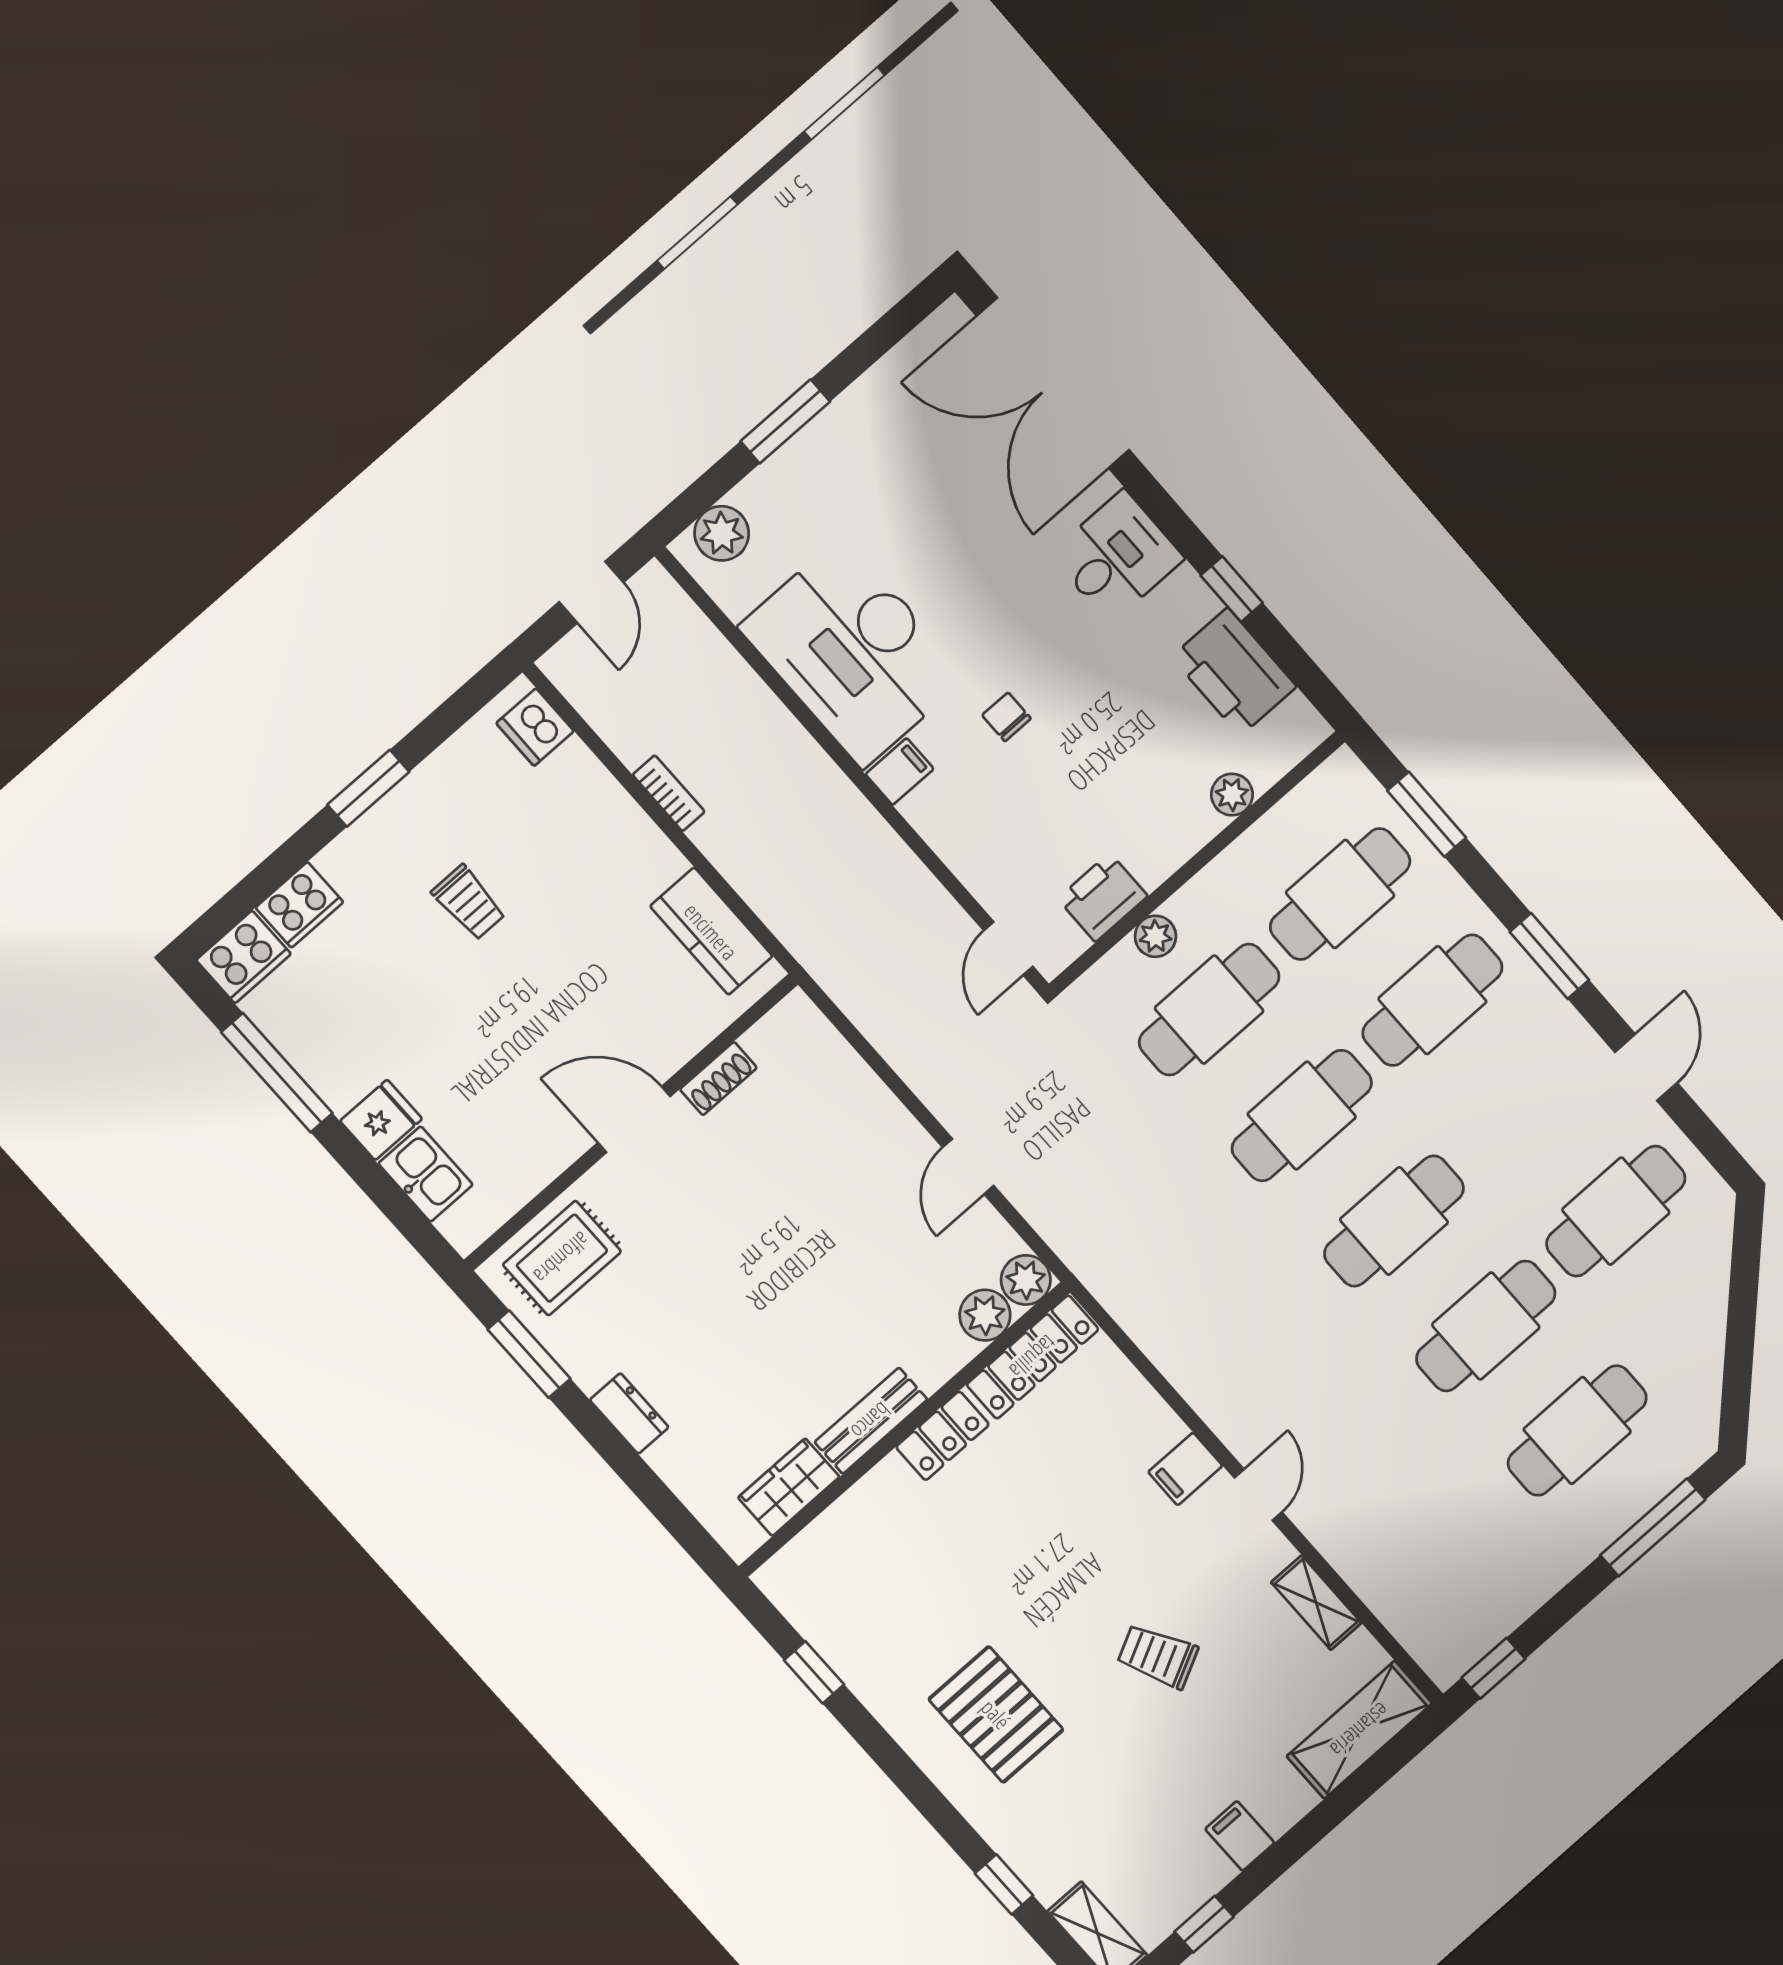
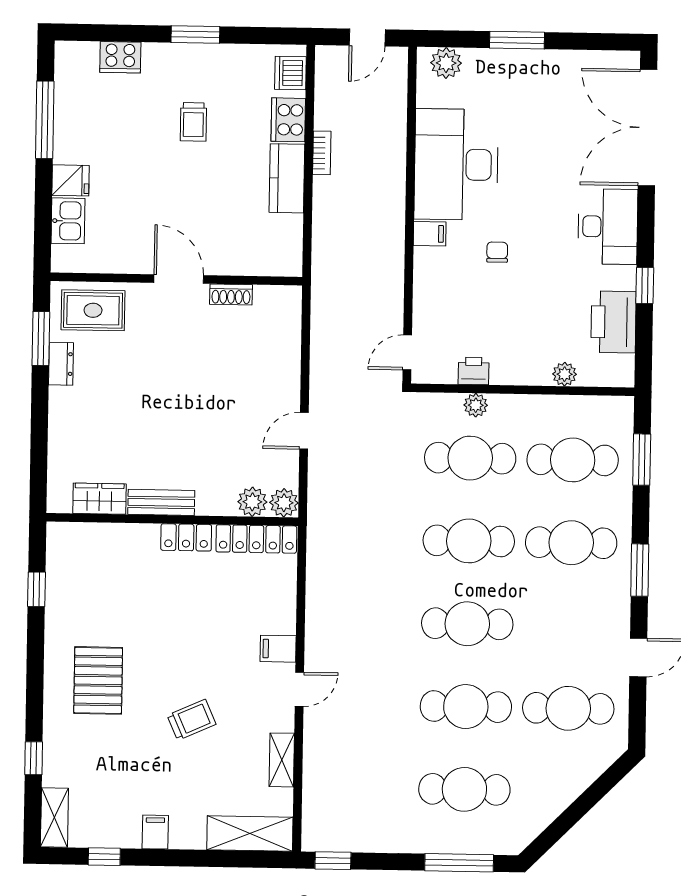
desk: (1117, 556) -> (608, 227), width x1.37
printer: (1103, 897) -> (474, 371), width x0.73, depth x0.81
kitchen counter: (711, 931) -> (287, 178), moved
cooker: (244, 957) -> (288, 120), moved, turned 90
dresser: (629, 1413) -> (61, 364), moved
trolley: (1158, 1656) -> (192, 720), turned 93

